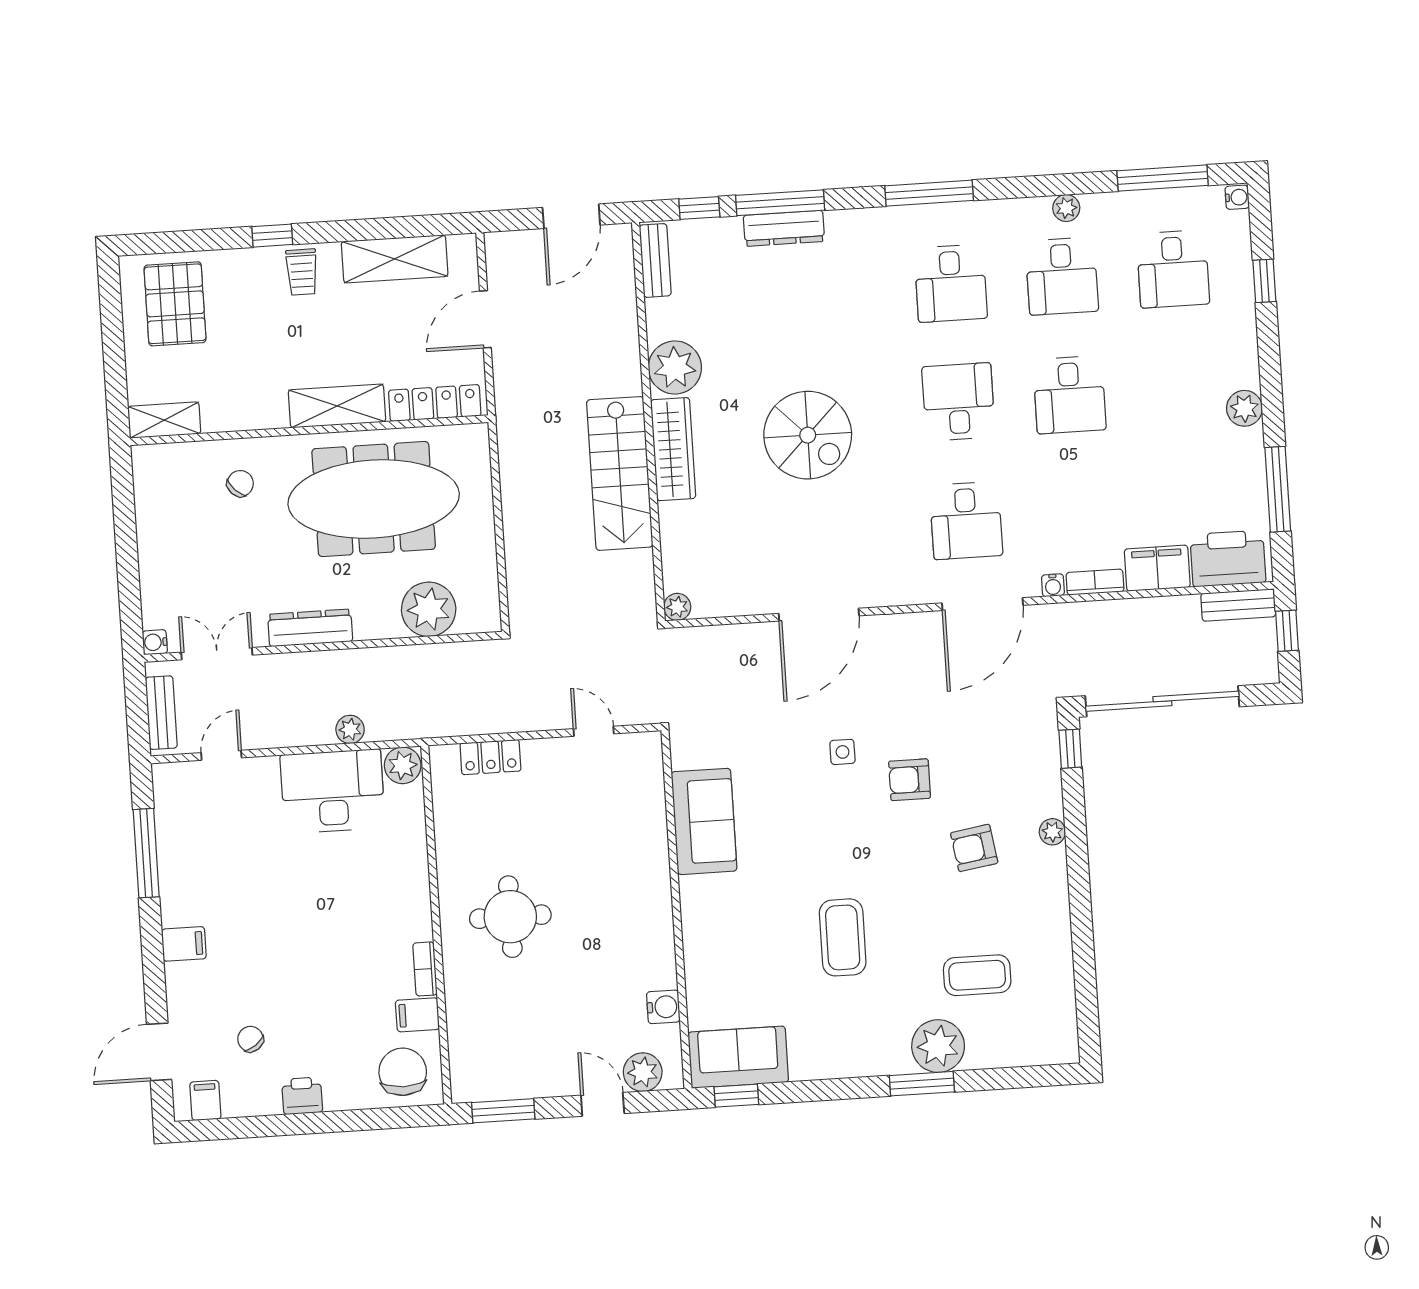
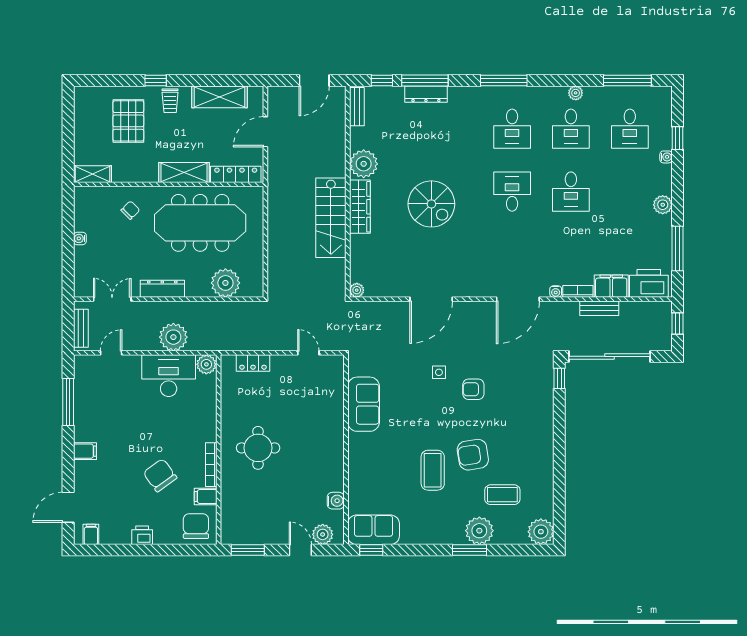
water cooler: (1237, 197) -> (666, 157), moved
pallet: (175, 304) -> (128, 121), moved
desk: (966, 520) -> (512, 254), removed
bench: (1238, 605) -> (599, 308), moved
water cooler: (155, 642) -> (80, 238), moved
plant: (350, 729) -> (173, 337), width x1.88, depth x1.88
plant: (1052, 832) -> (541, 532), moved, width x1.87, depth x1.87
armchair: (974, 848) -> (473, 455), moved, width x1.38, depth x1.38
bookcase: (425, 969) -> (211, 465), width x1.56
chair: (250, 1039) -> (160, 475), moved, width x1.87, depth x1.87

